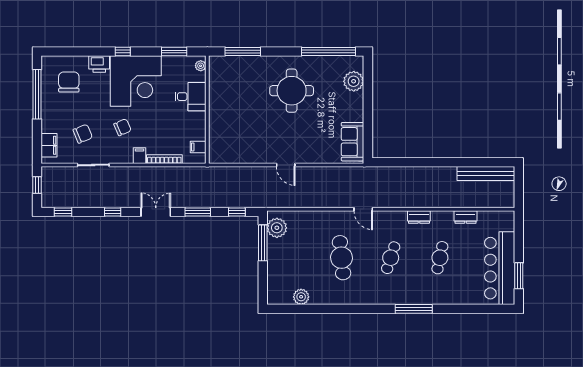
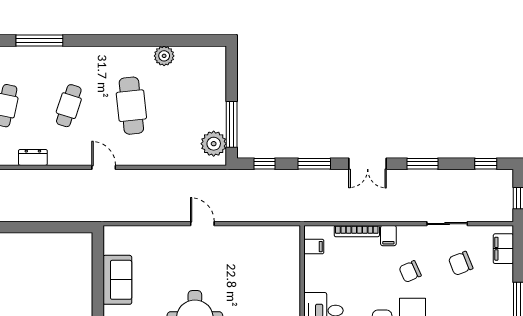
sofa: (353, 142) -> (117, 280), moved
window: (113, 212) -> (422, 164), width x1.50
plant: (301, 297) -> (164, 56), moved

